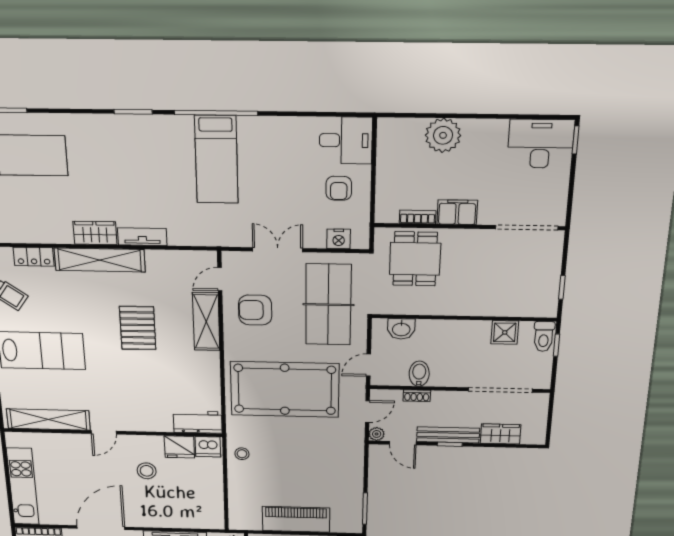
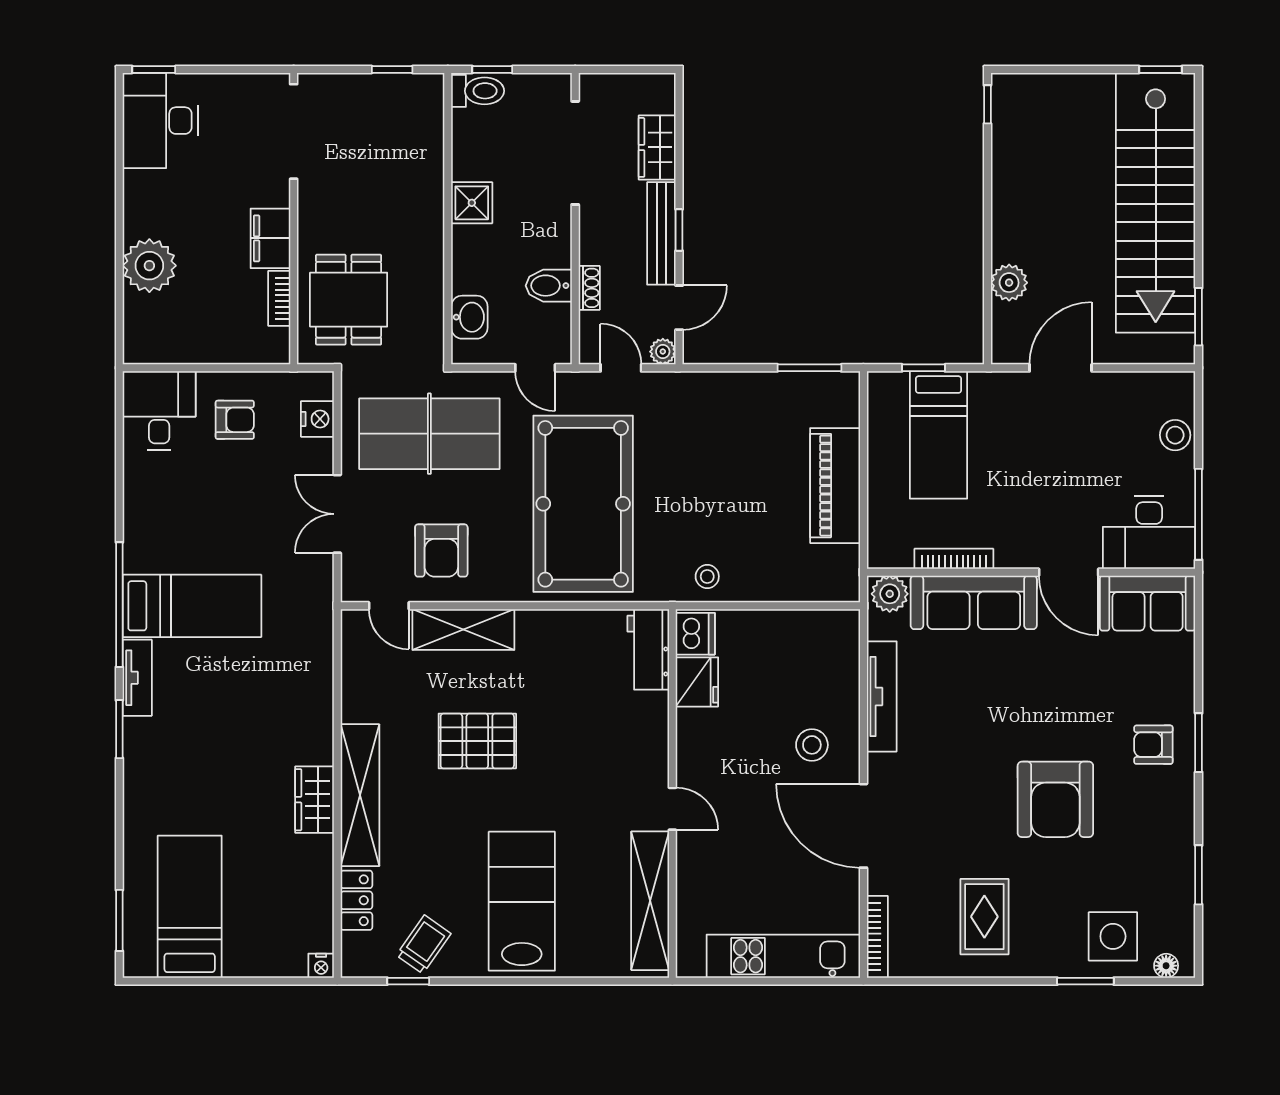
tv unit: (142, 237) -> (137, 678), moved, turned 180
dining table: (415, 259) -> (349, 300), turned 90
shower: (505, 332) -> (472, 203), moved
stool: (147, 471) -> (812, 745), moved

